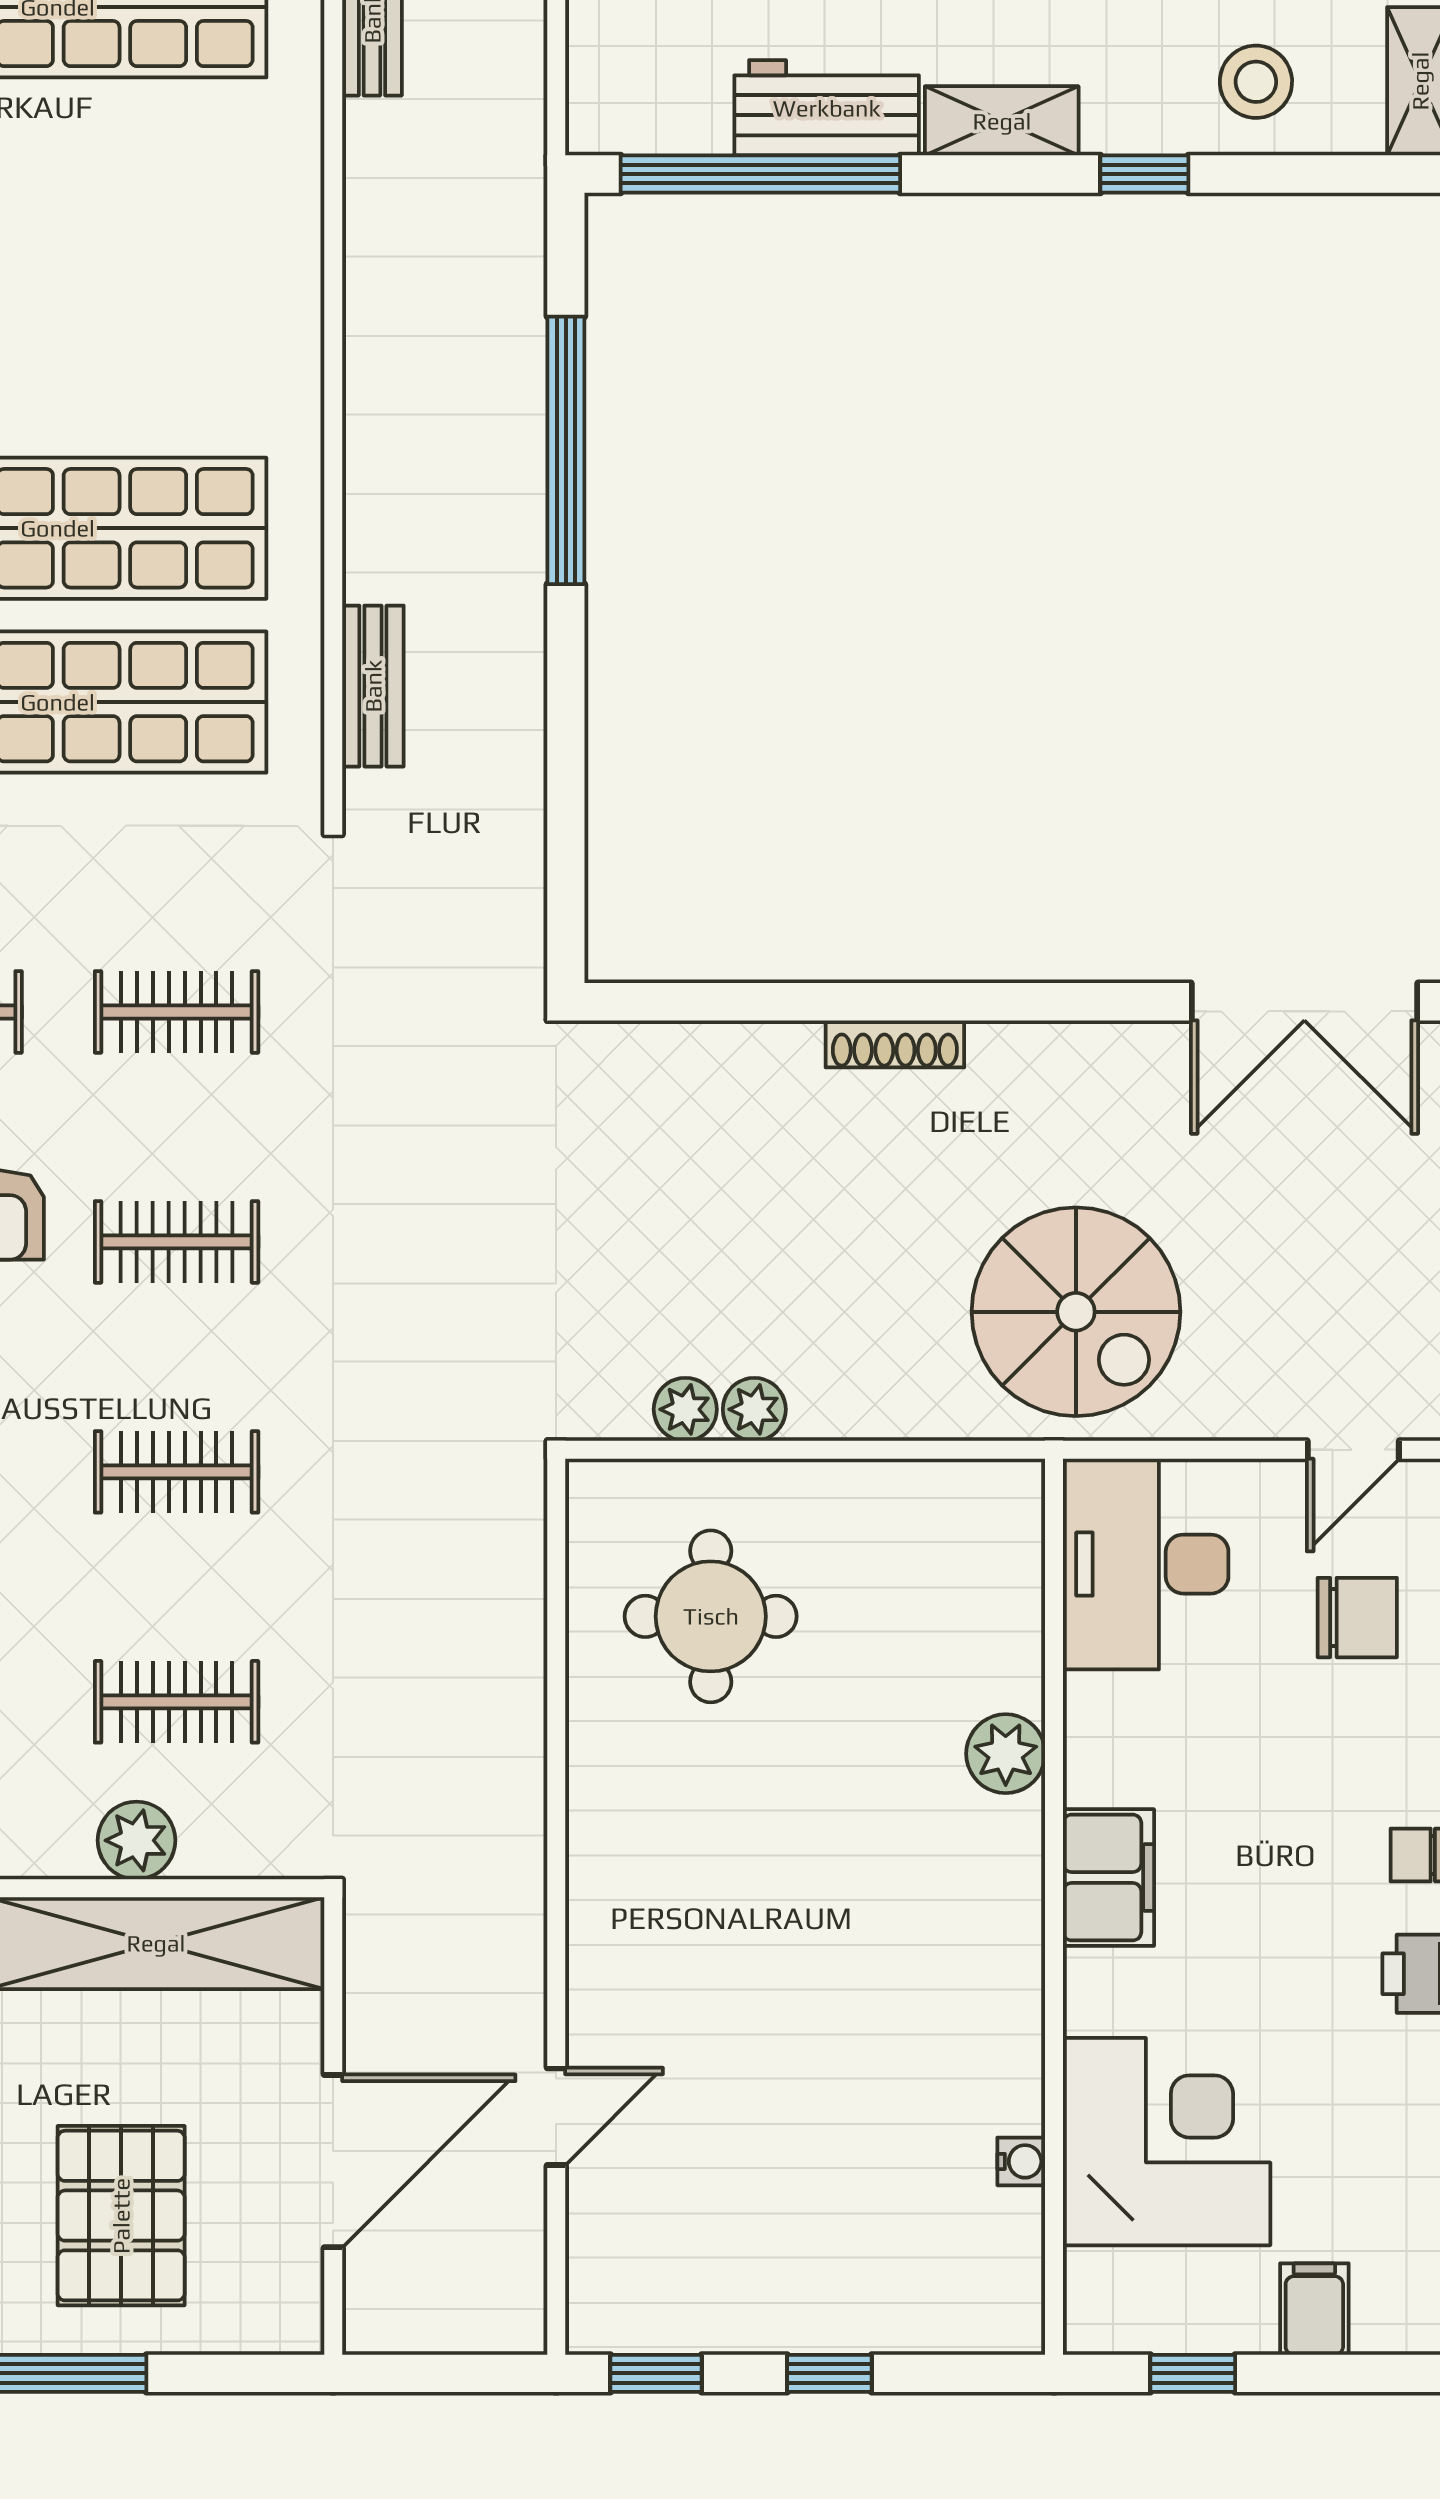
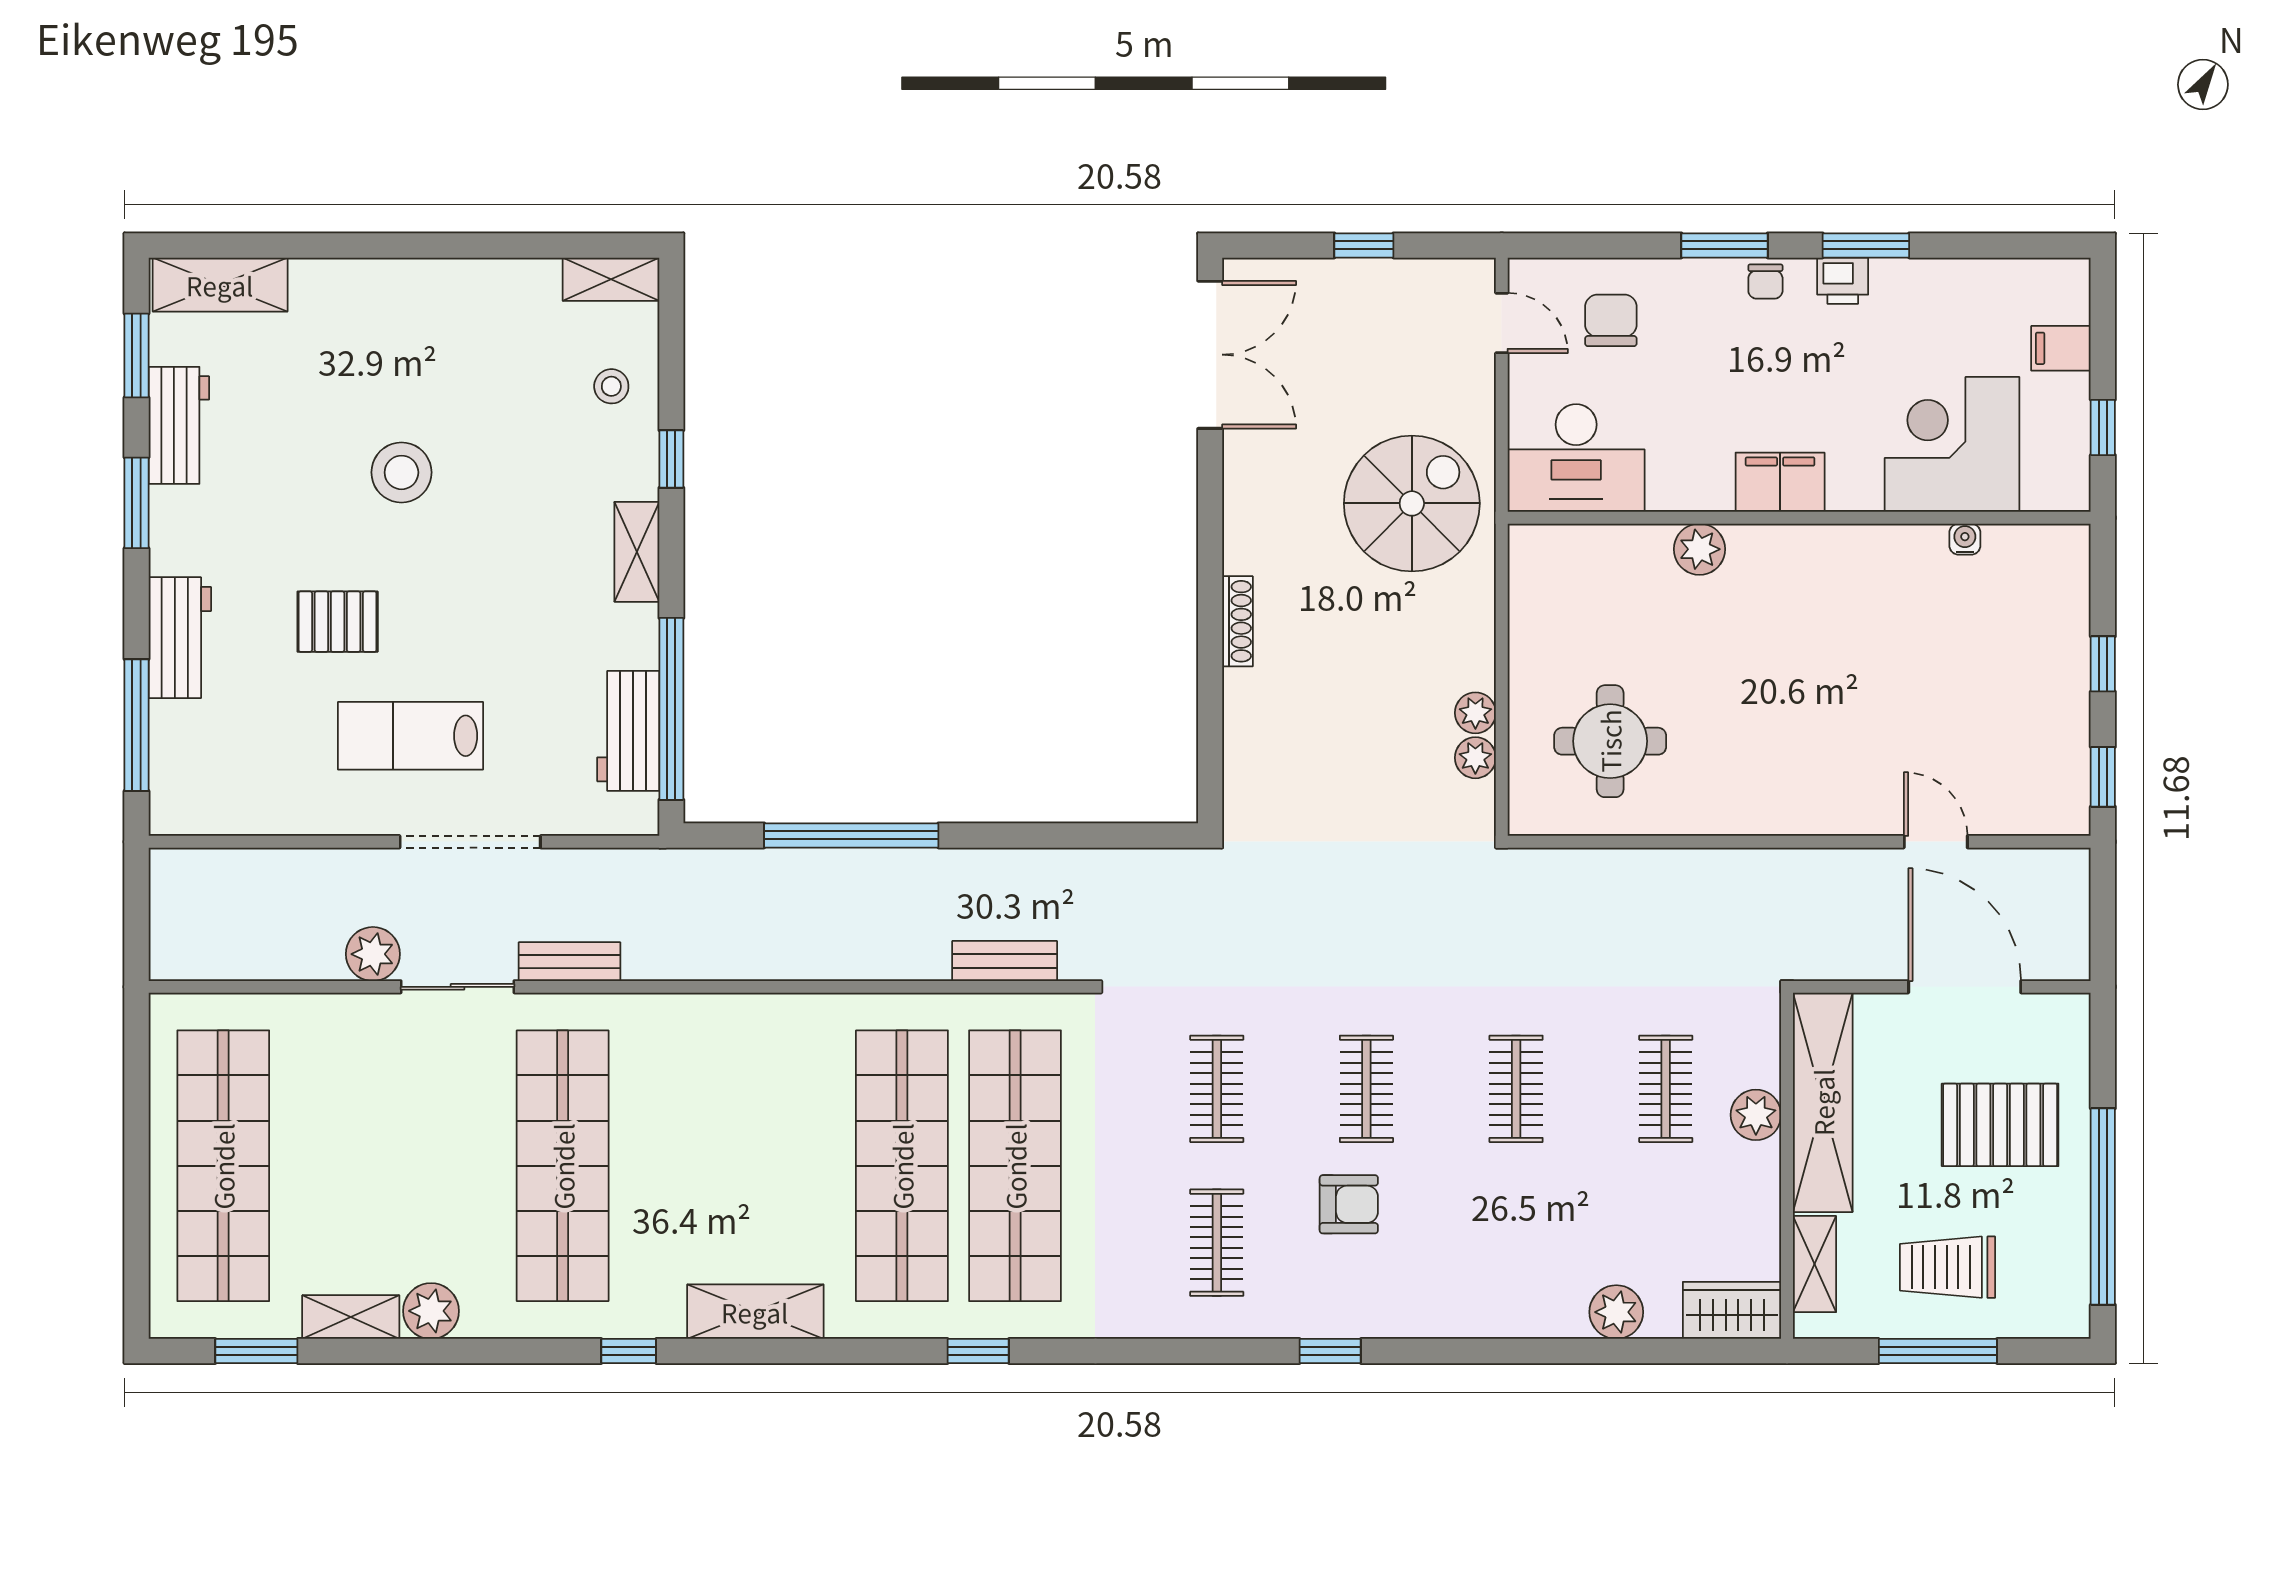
stool: (1256, 82) -> (611, 386), width x0.73, depth x0.73
workbench: (827, 108) -> (628, 731), moved

